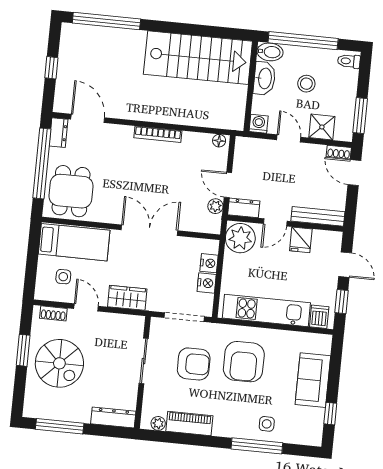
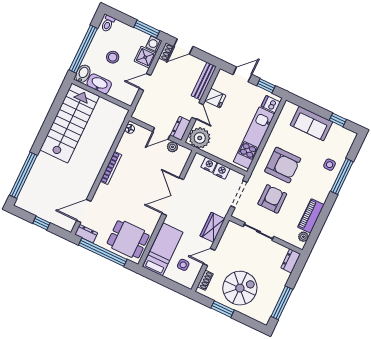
washing machine: (259, 124) -> (154, 44), moved
dresser: (113, 417) -> (291, 261), width x0.70

